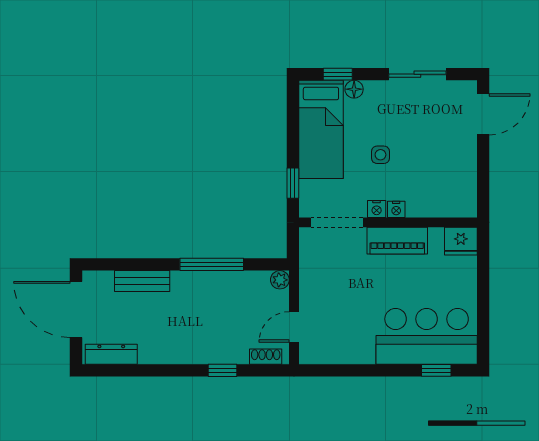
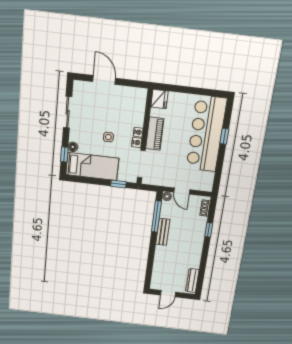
door: (483, 114) -> (104, 80), moved
window: (212, 264) -> (156, 217), moved
bench: (142, 281) -> (163, 232), moved
door: (76, 309) -> (168, 294), width x0.53
door: (294, 327) -> (182, 191), moved
bar counter: (427, 336) -> (206, 134), width x1.36
window: (436, 370) -> (224, 136), moved

